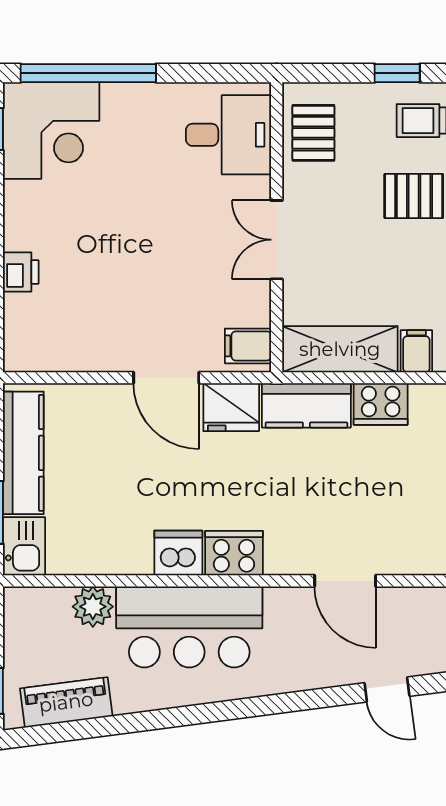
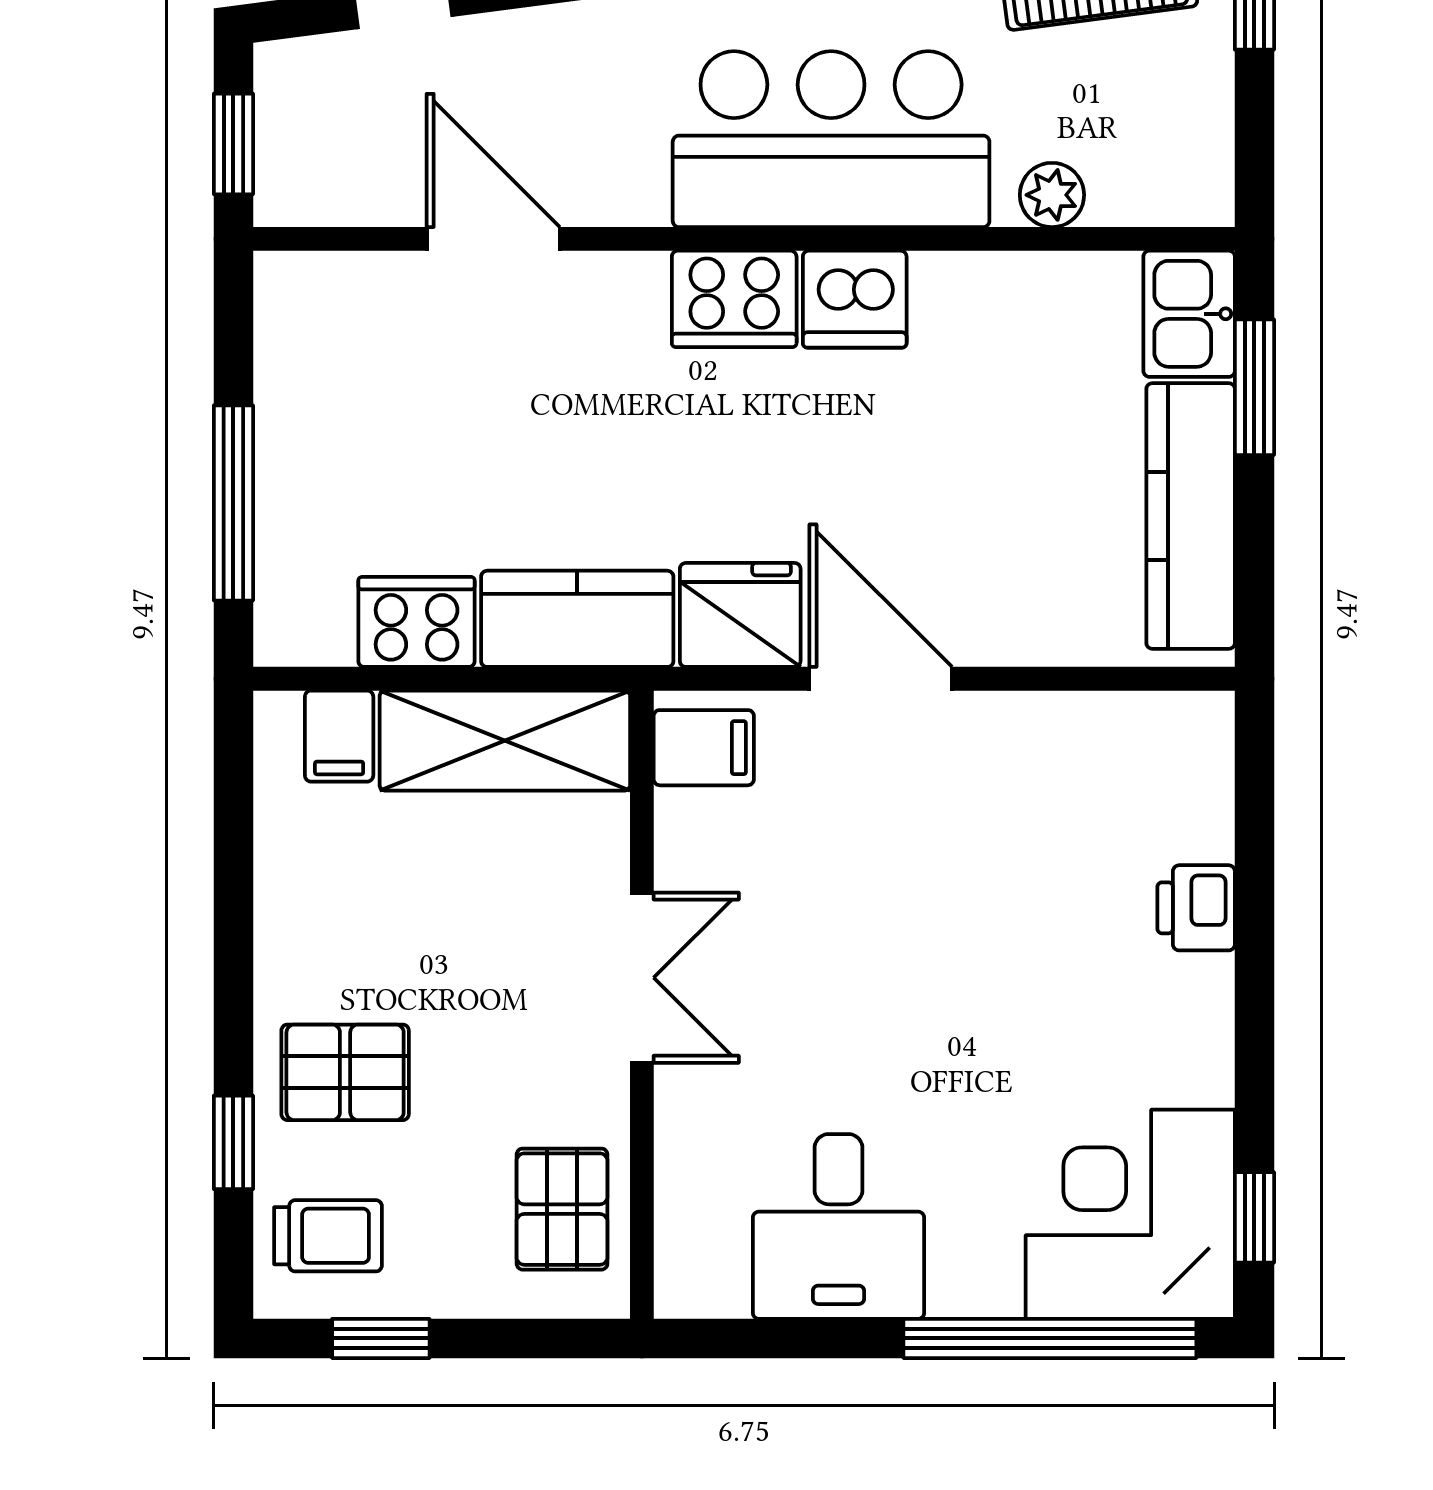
desk: (228, 135) -> (839, 1226), moved, turned -90
plant: (93, 607) -> (1052, 195), width x0.73, depth x0.73

